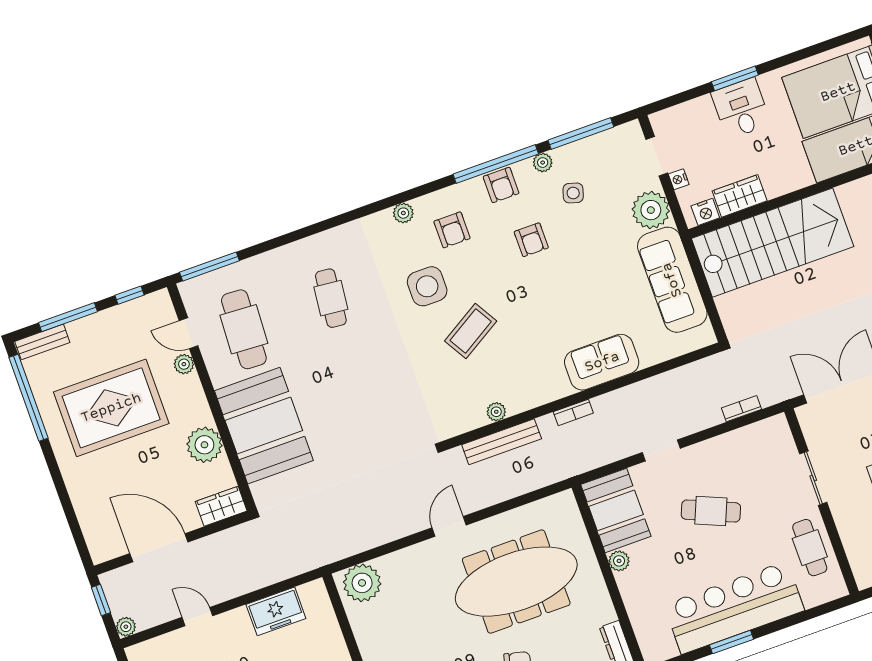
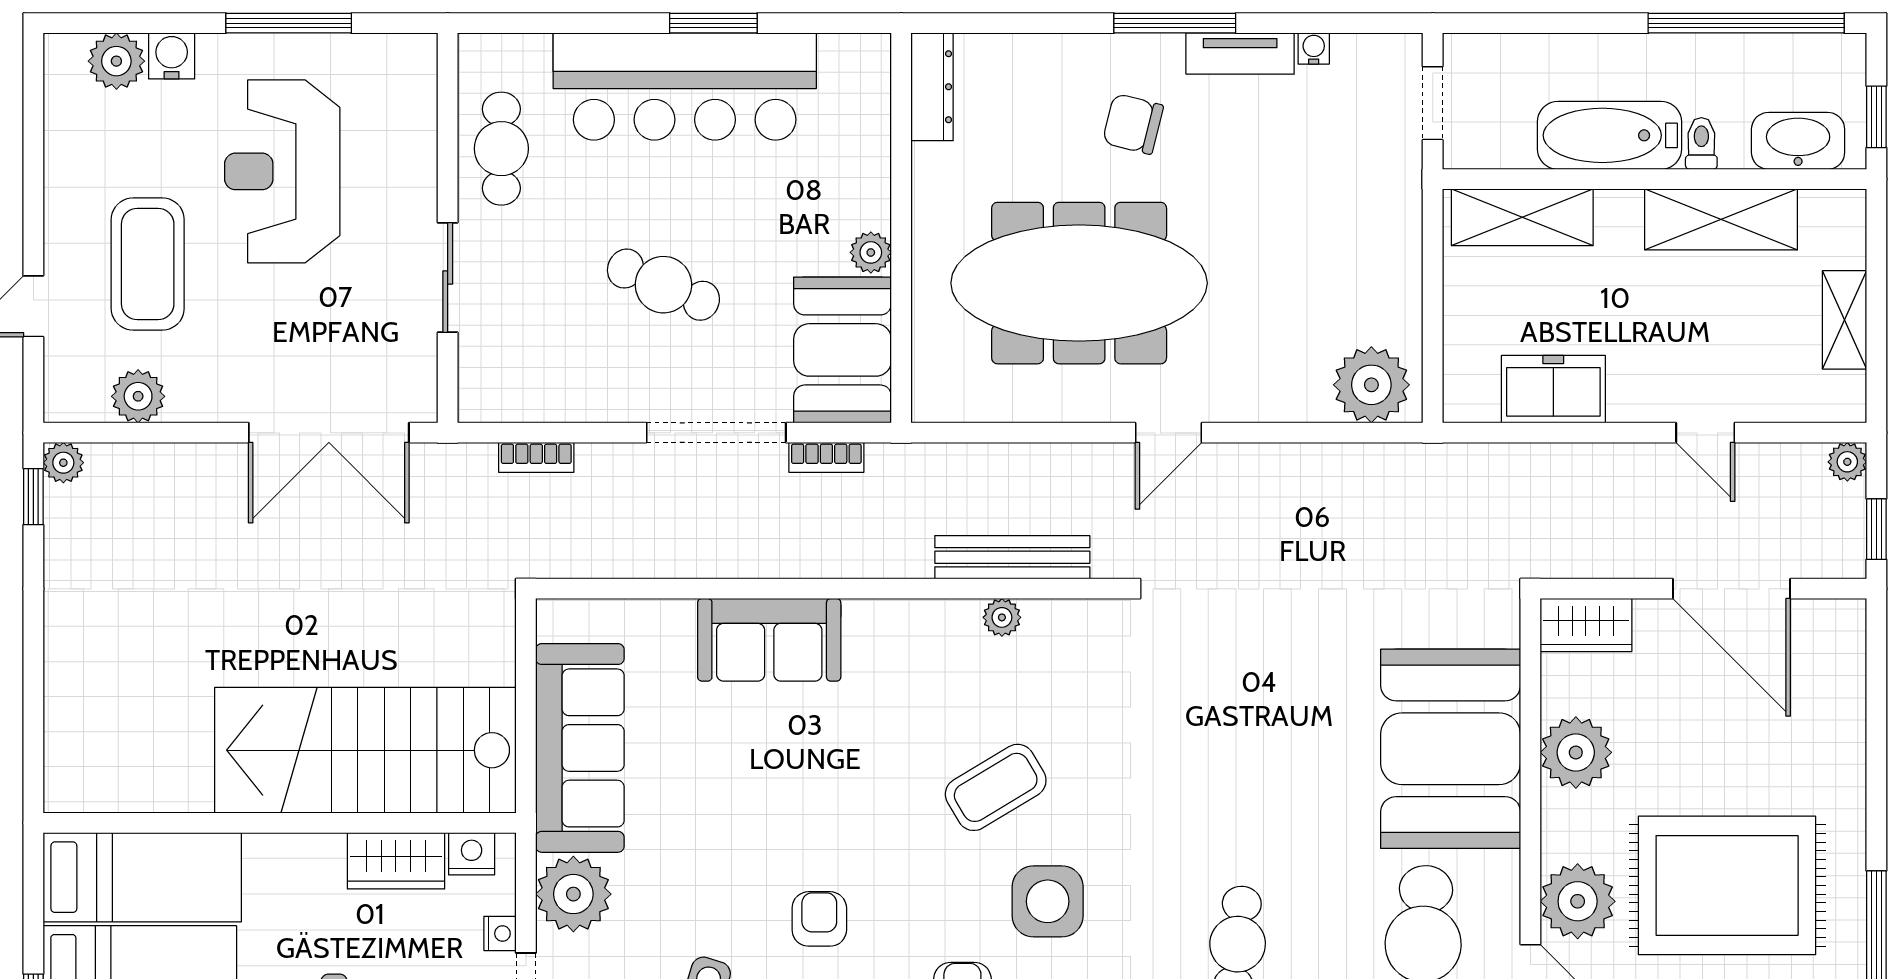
plant: (184, 364) -> (1578, 901), width x1.87, depth x1.87
bookcase: (573, 412) -> (826, 457), moved, turned 180
doorway: (661, 450) -> (716, 433), width x1.87

